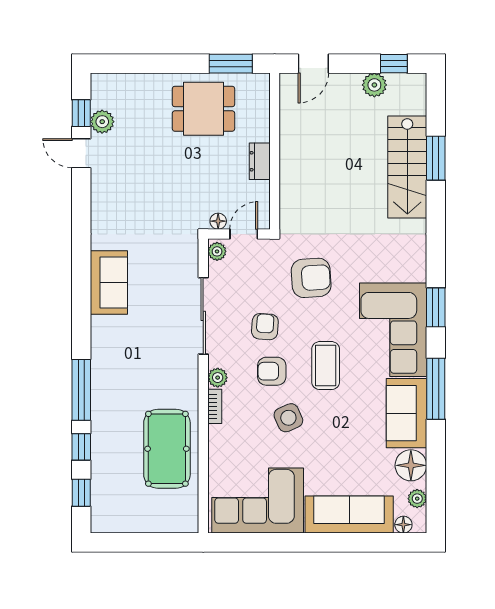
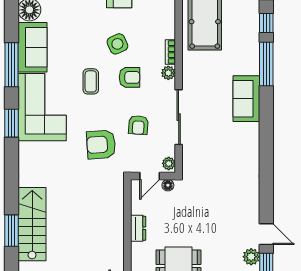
sofa: (109, 283) -> (246, 99), moved
armchair: (265, 327) -> (138, 125), moved
coffee table: (326, 366) -> (91, 81), width x0.73, depth x0.77

